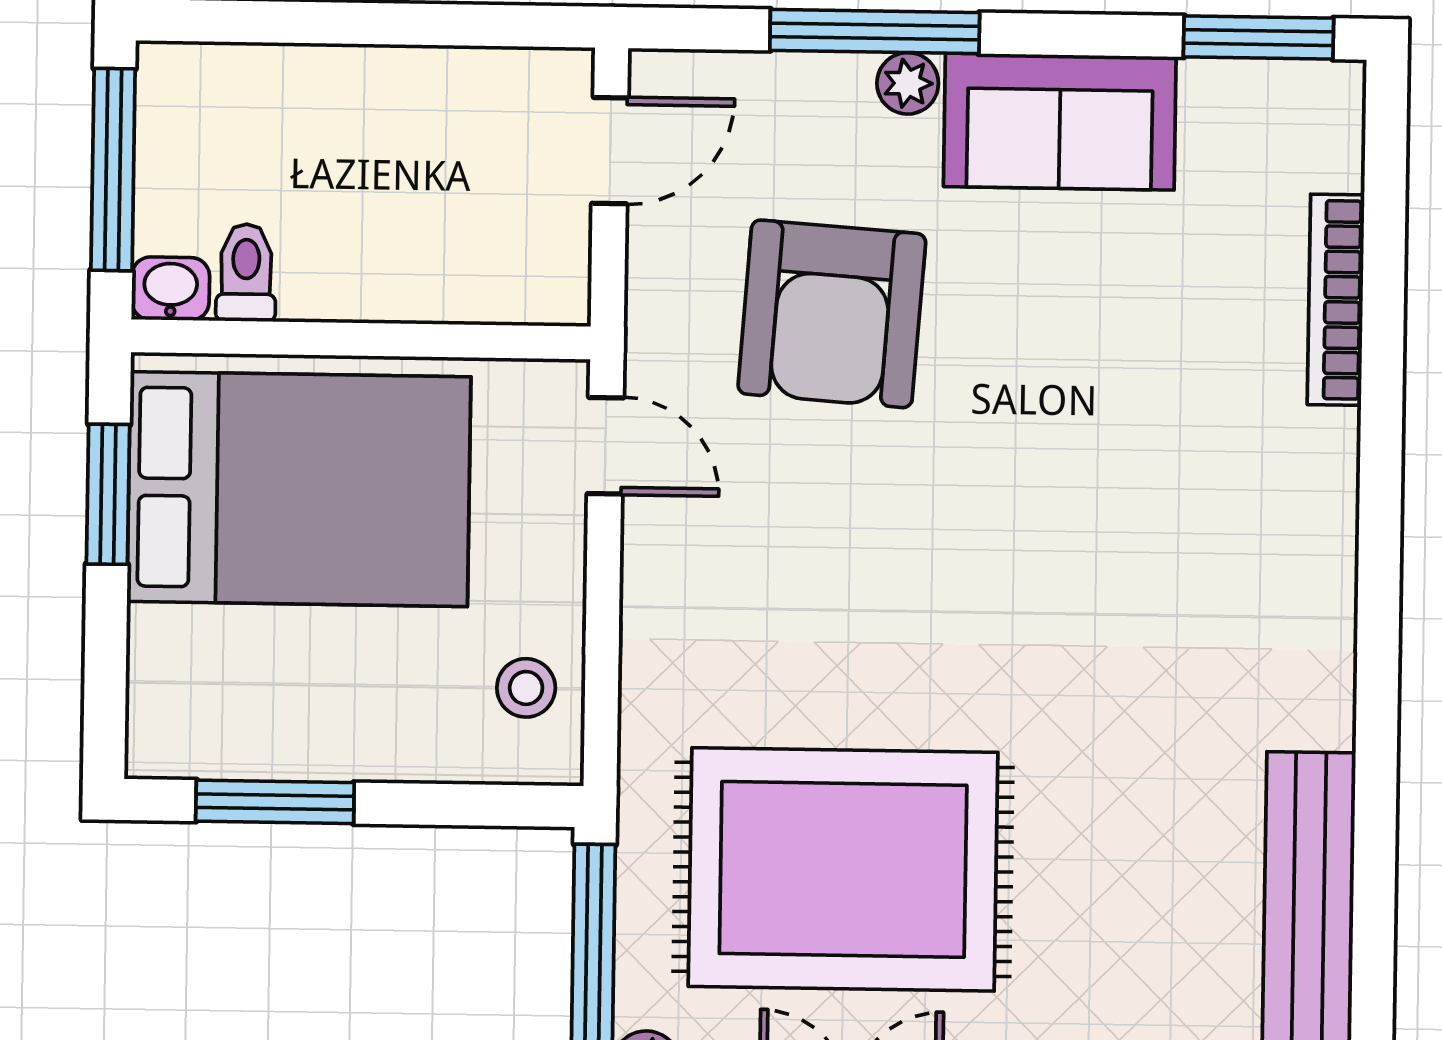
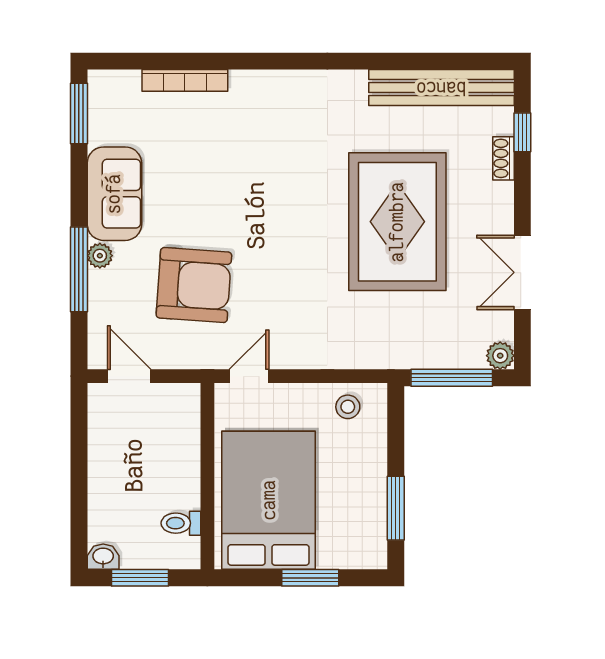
window: (113, 170) -> (140, 578), width x0.69
washbasin: (171, 289) -> (103, 557), moved, turned 90
window: (108, 494) -> (310, 578), moved
rug: (843, 869) -> (397, 222), moved

